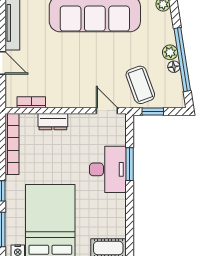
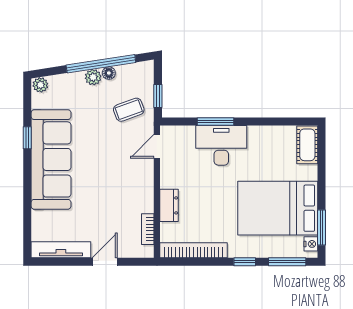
coffee table: (140, 85) -> (129, 110), width x0.73, depth x0.77

